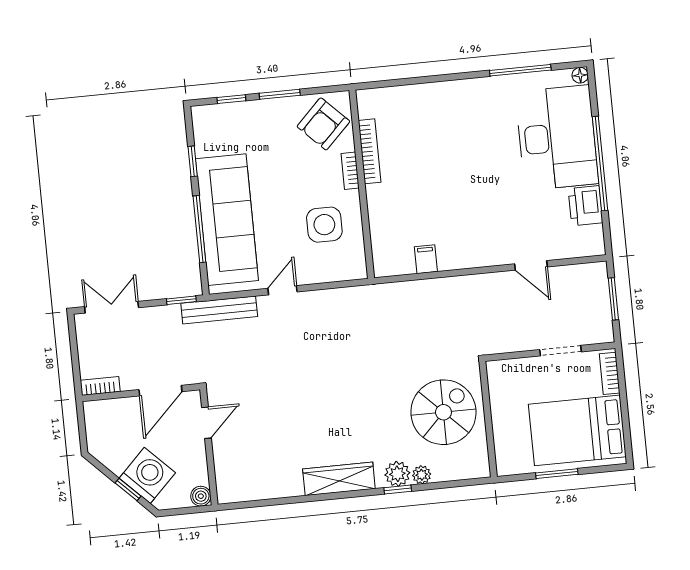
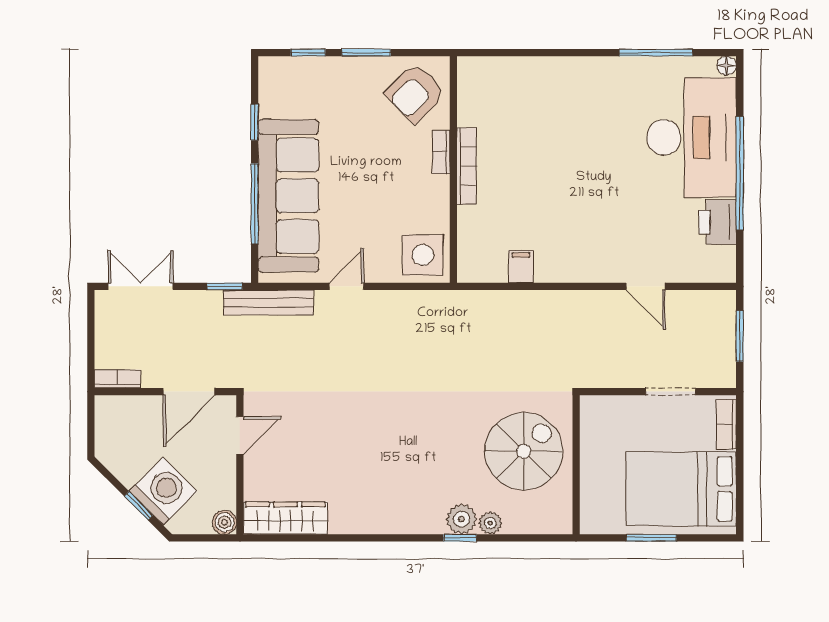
bookcase: (370, 151) -> (467, 166), moved
side table: (324, 225) -> (423, 255), moved
wardrobe: (339, 479) -> (286, 518), moved

